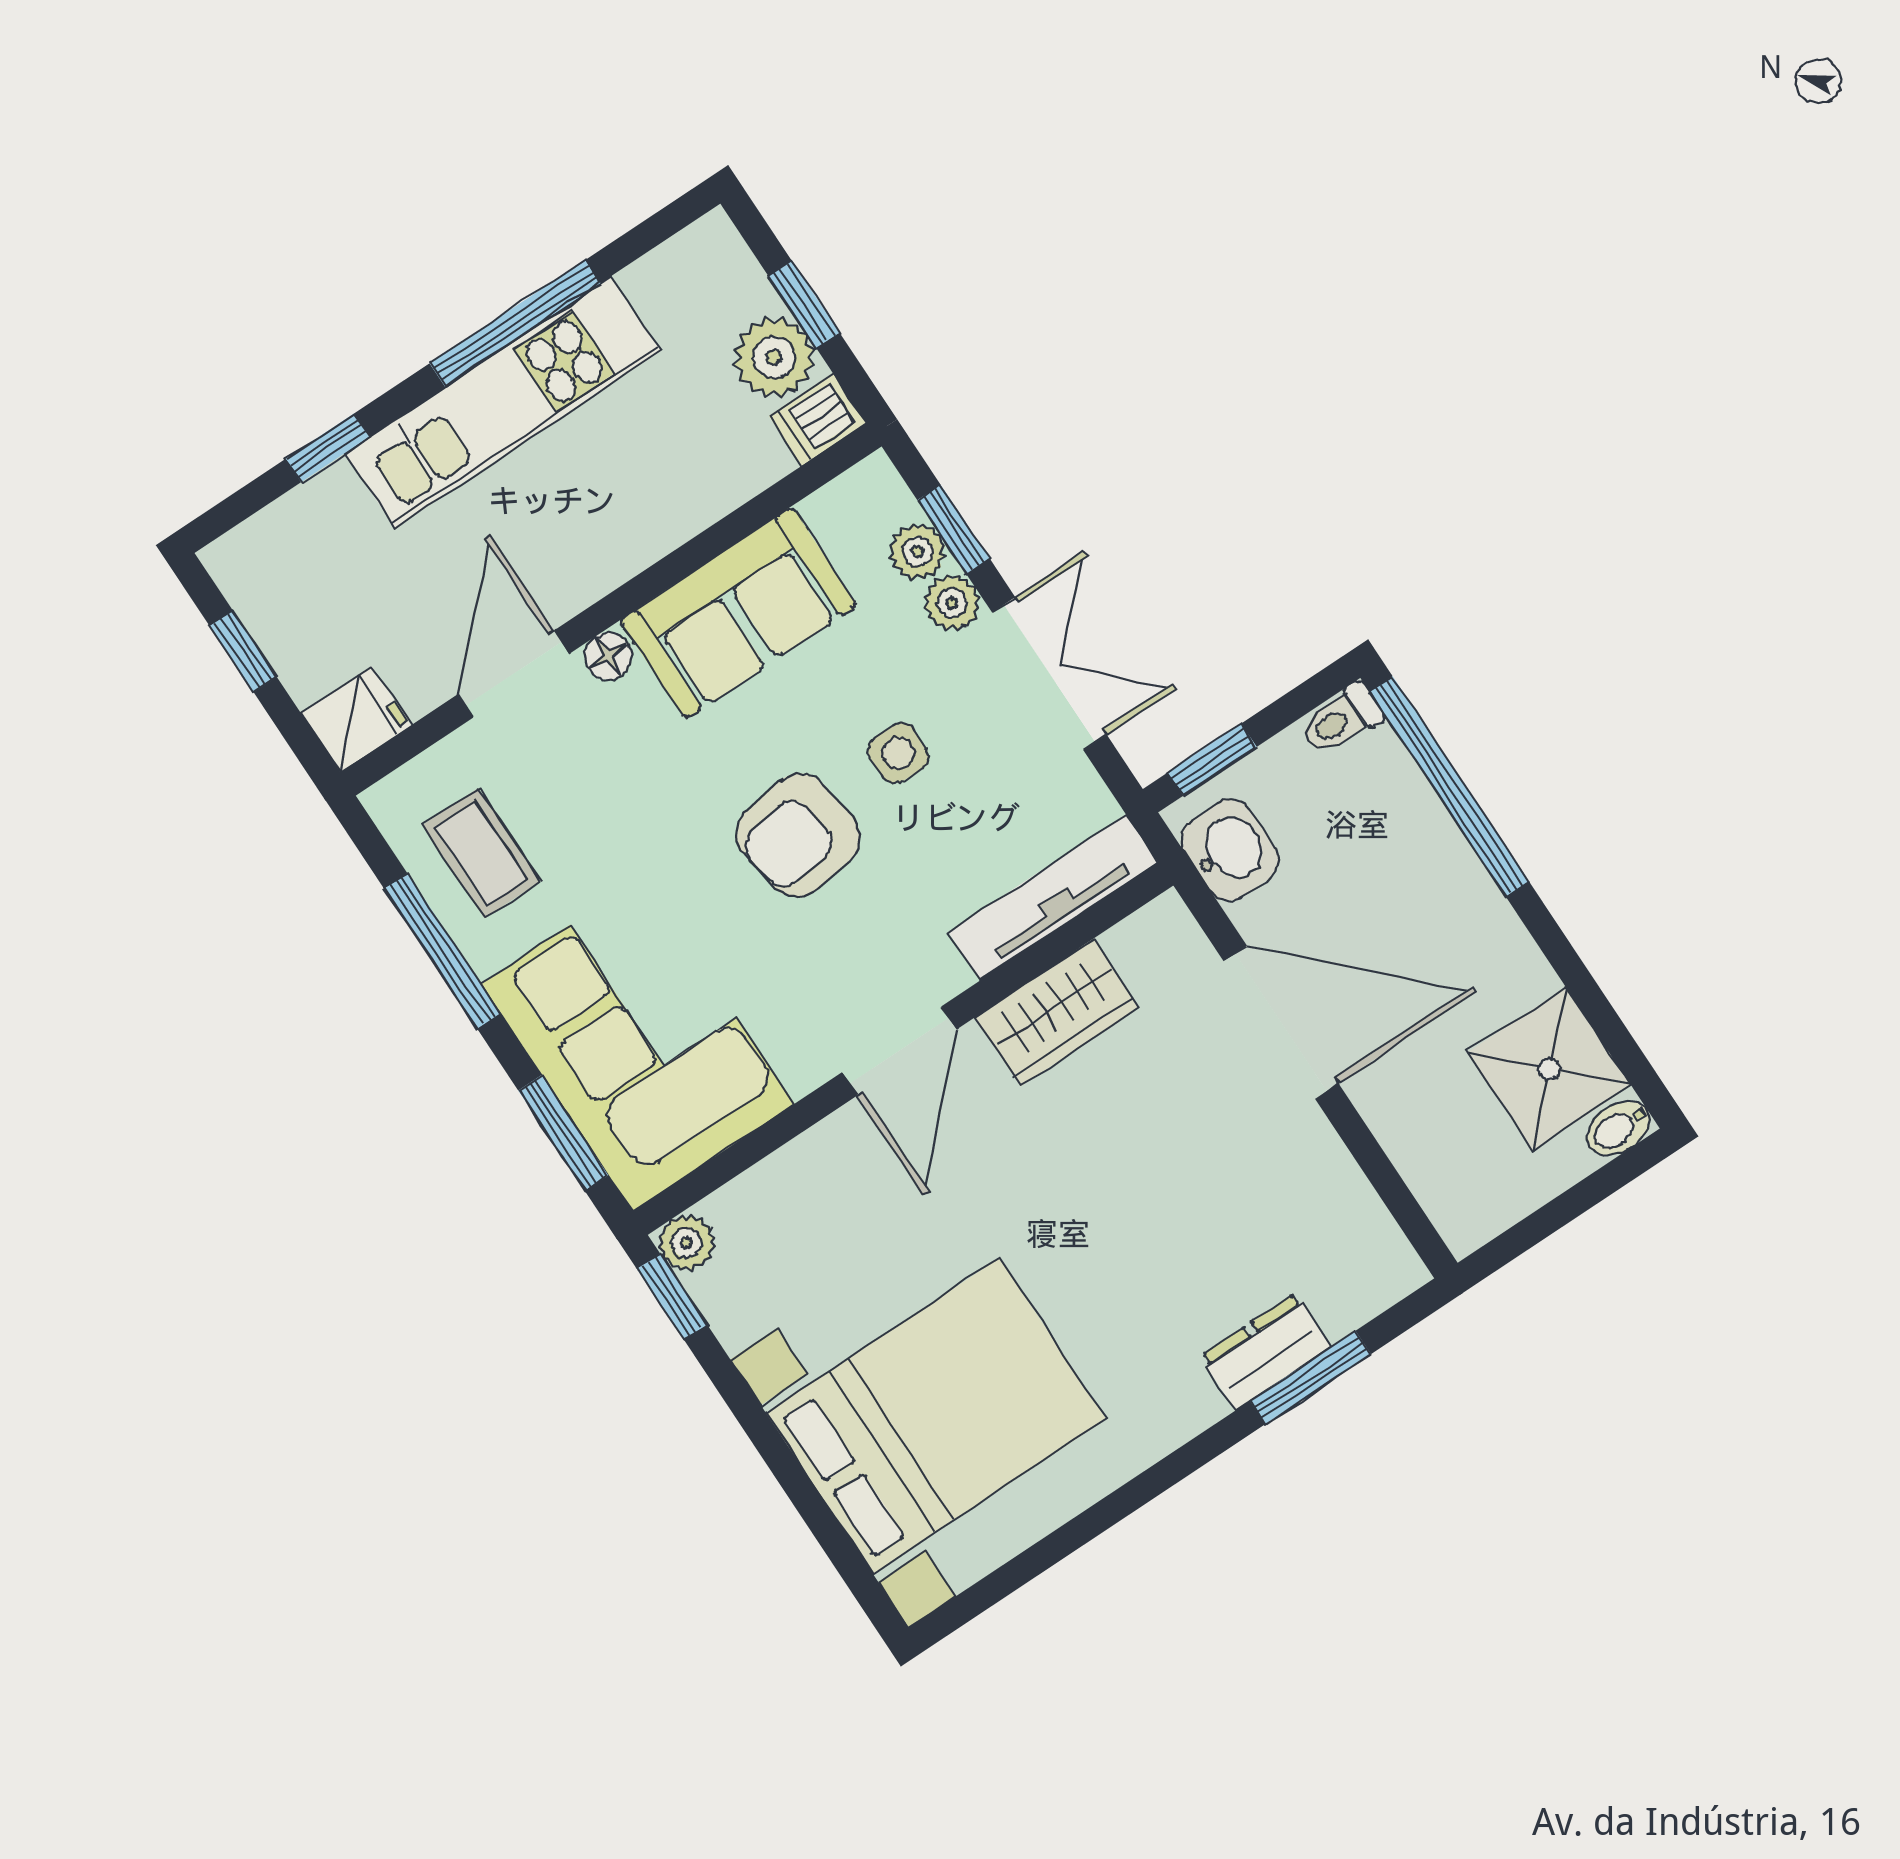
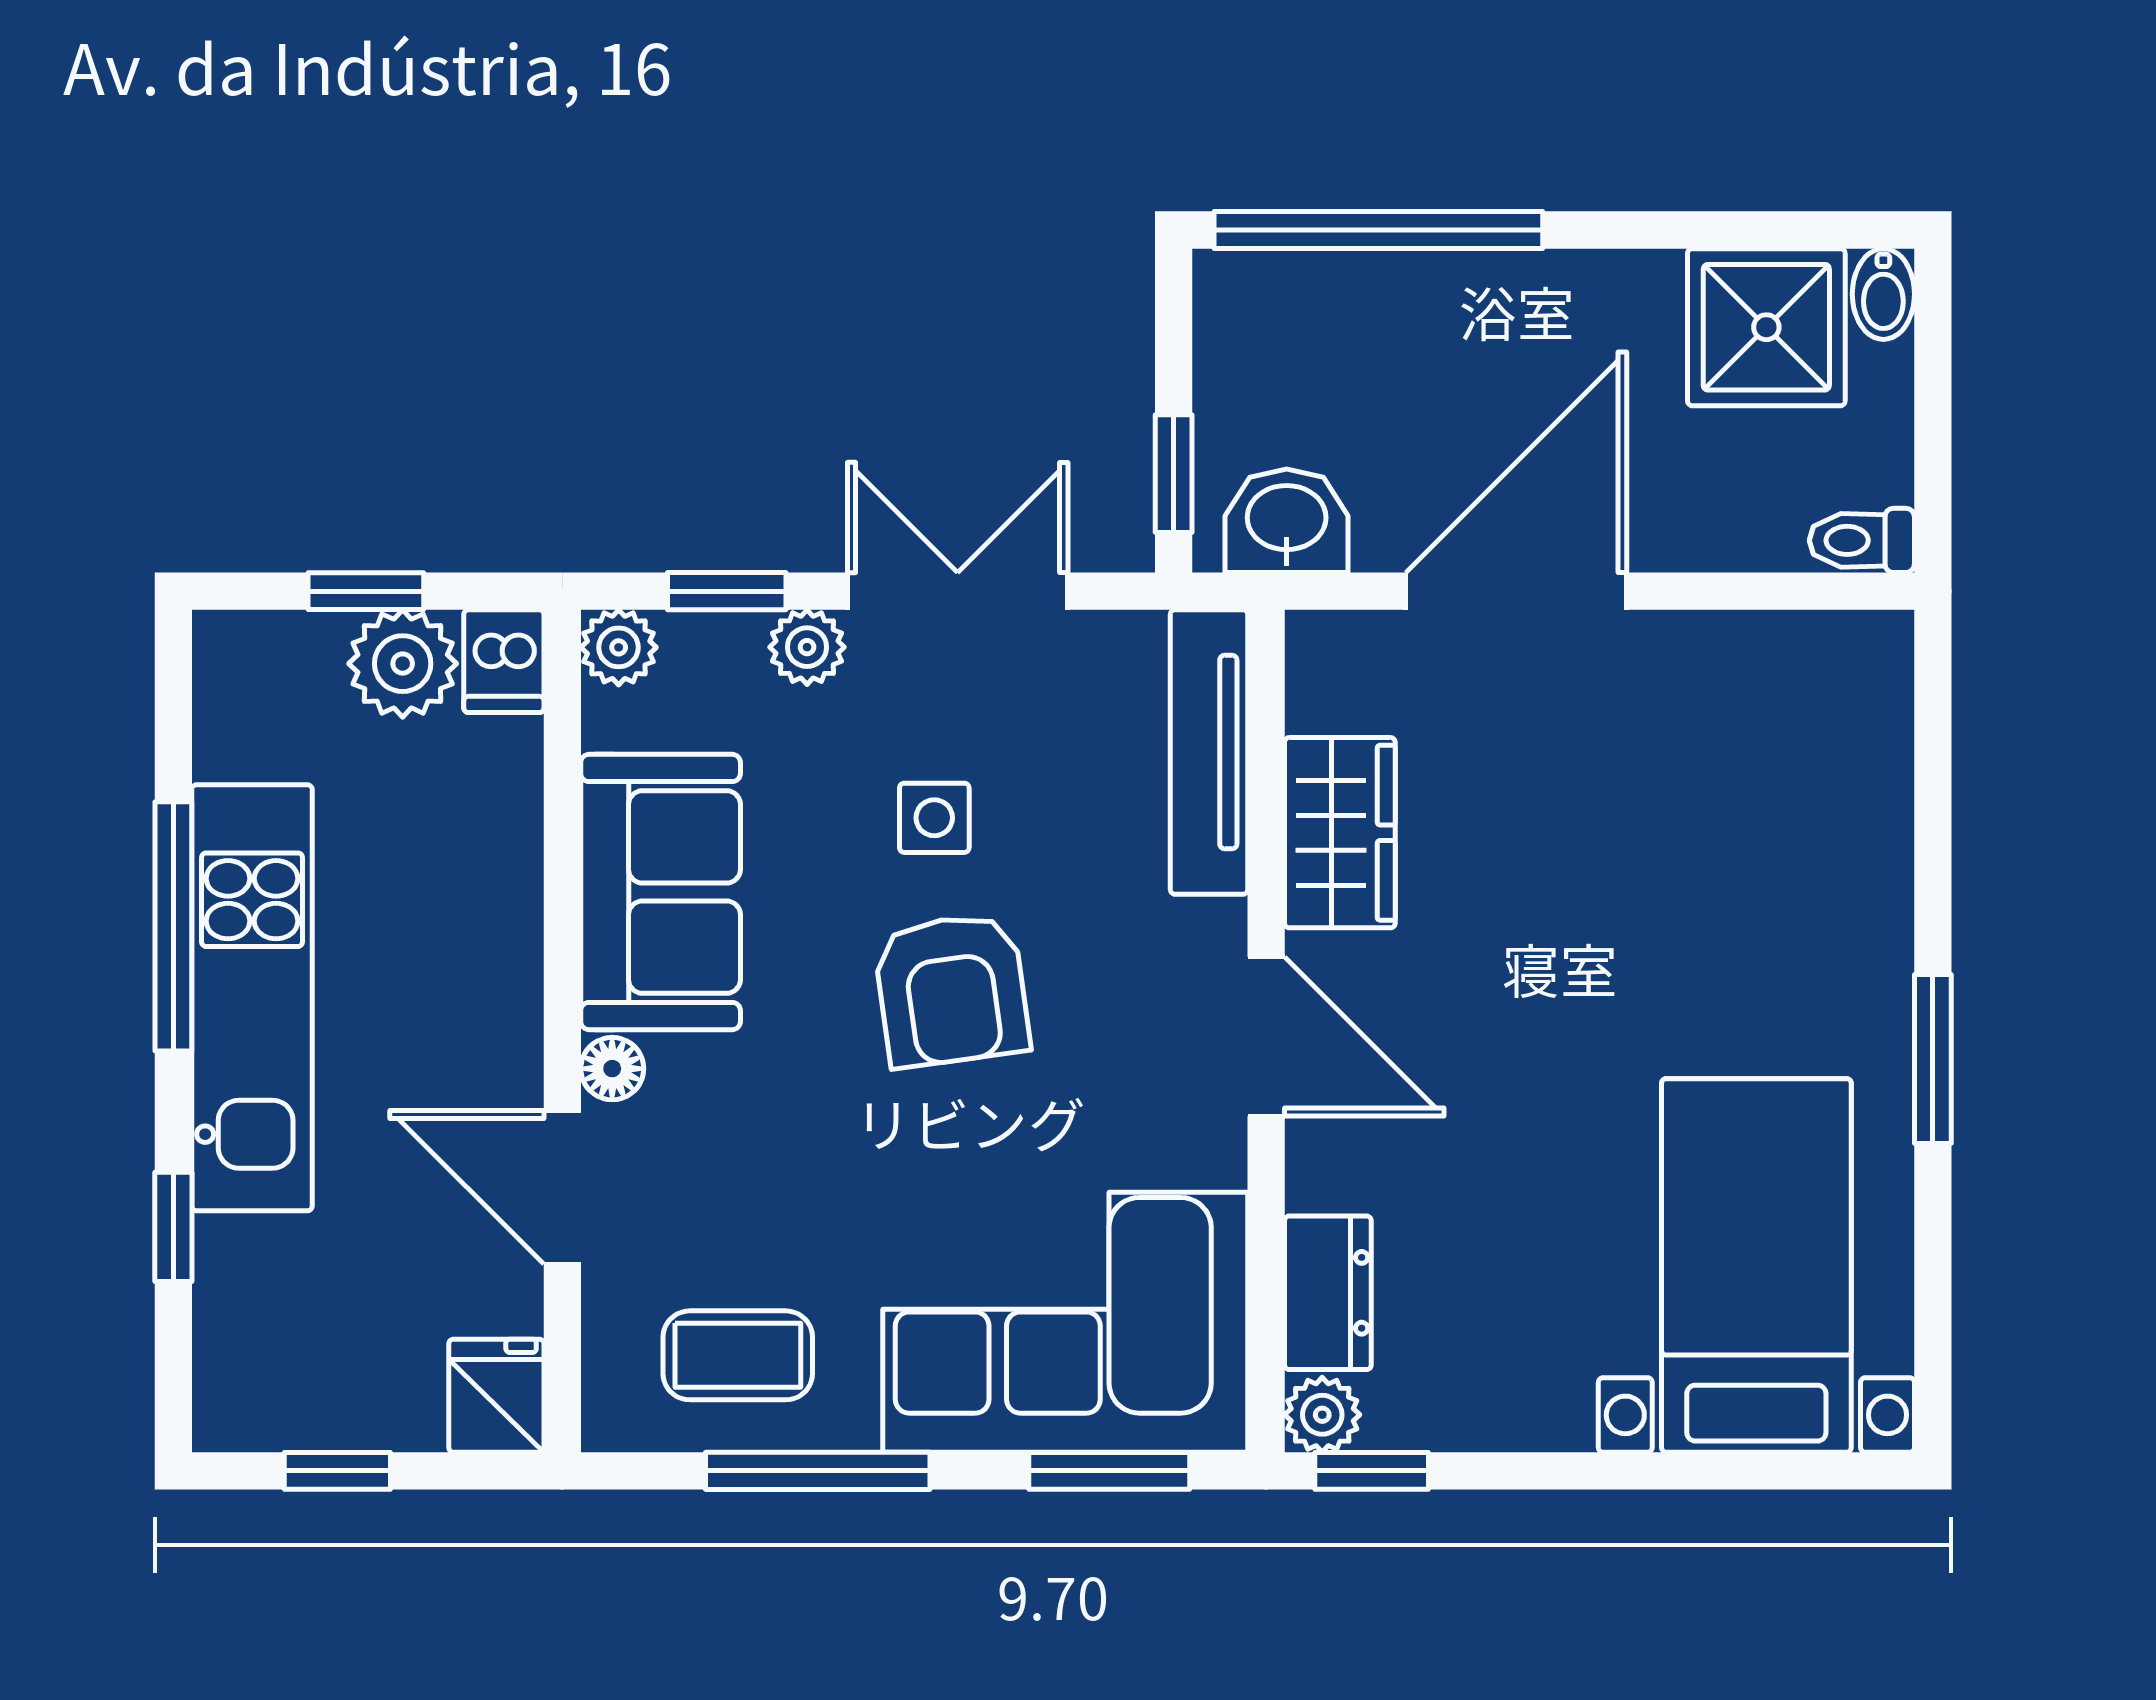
plant: (918, 551) -> (619, 647), moved
toilet: (1341, 720) -> (1862, 540), moved, turned 90
dresser: (1266, 1352) -> (1328, 1293), moved, turned 180
window: (1310, 1377) -> (1933, 1059), moved
bed with nightstands: (936, 1416) -> (1756, 1265), width x0.73

